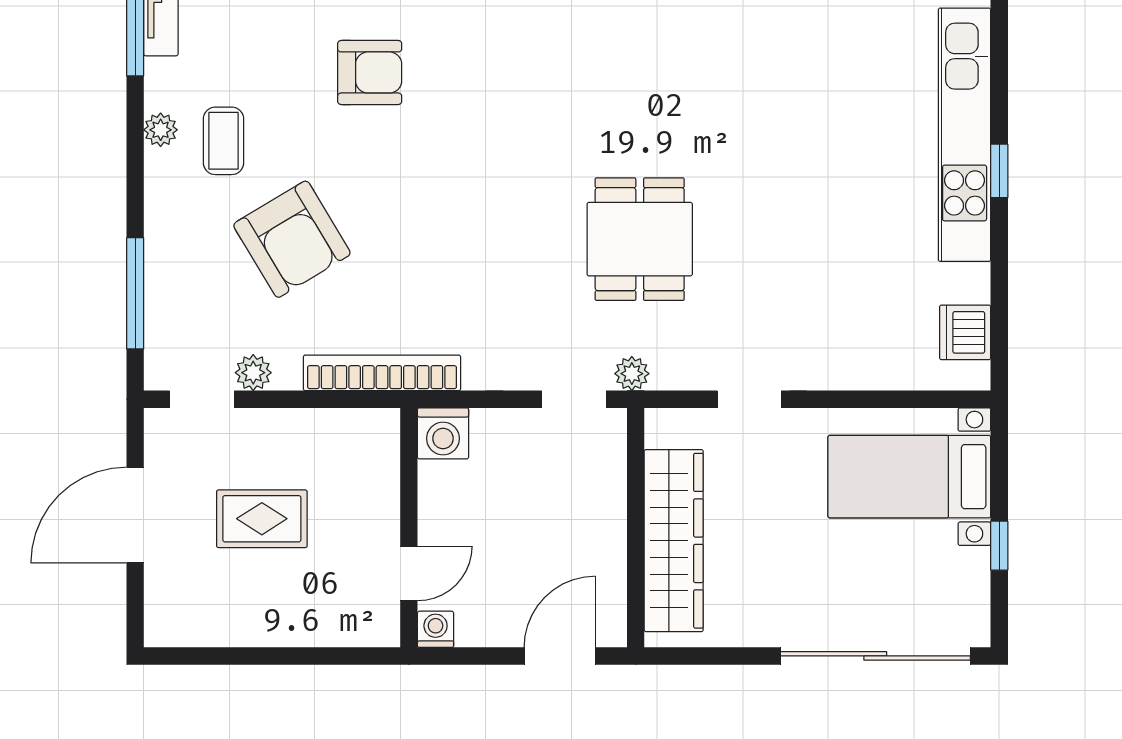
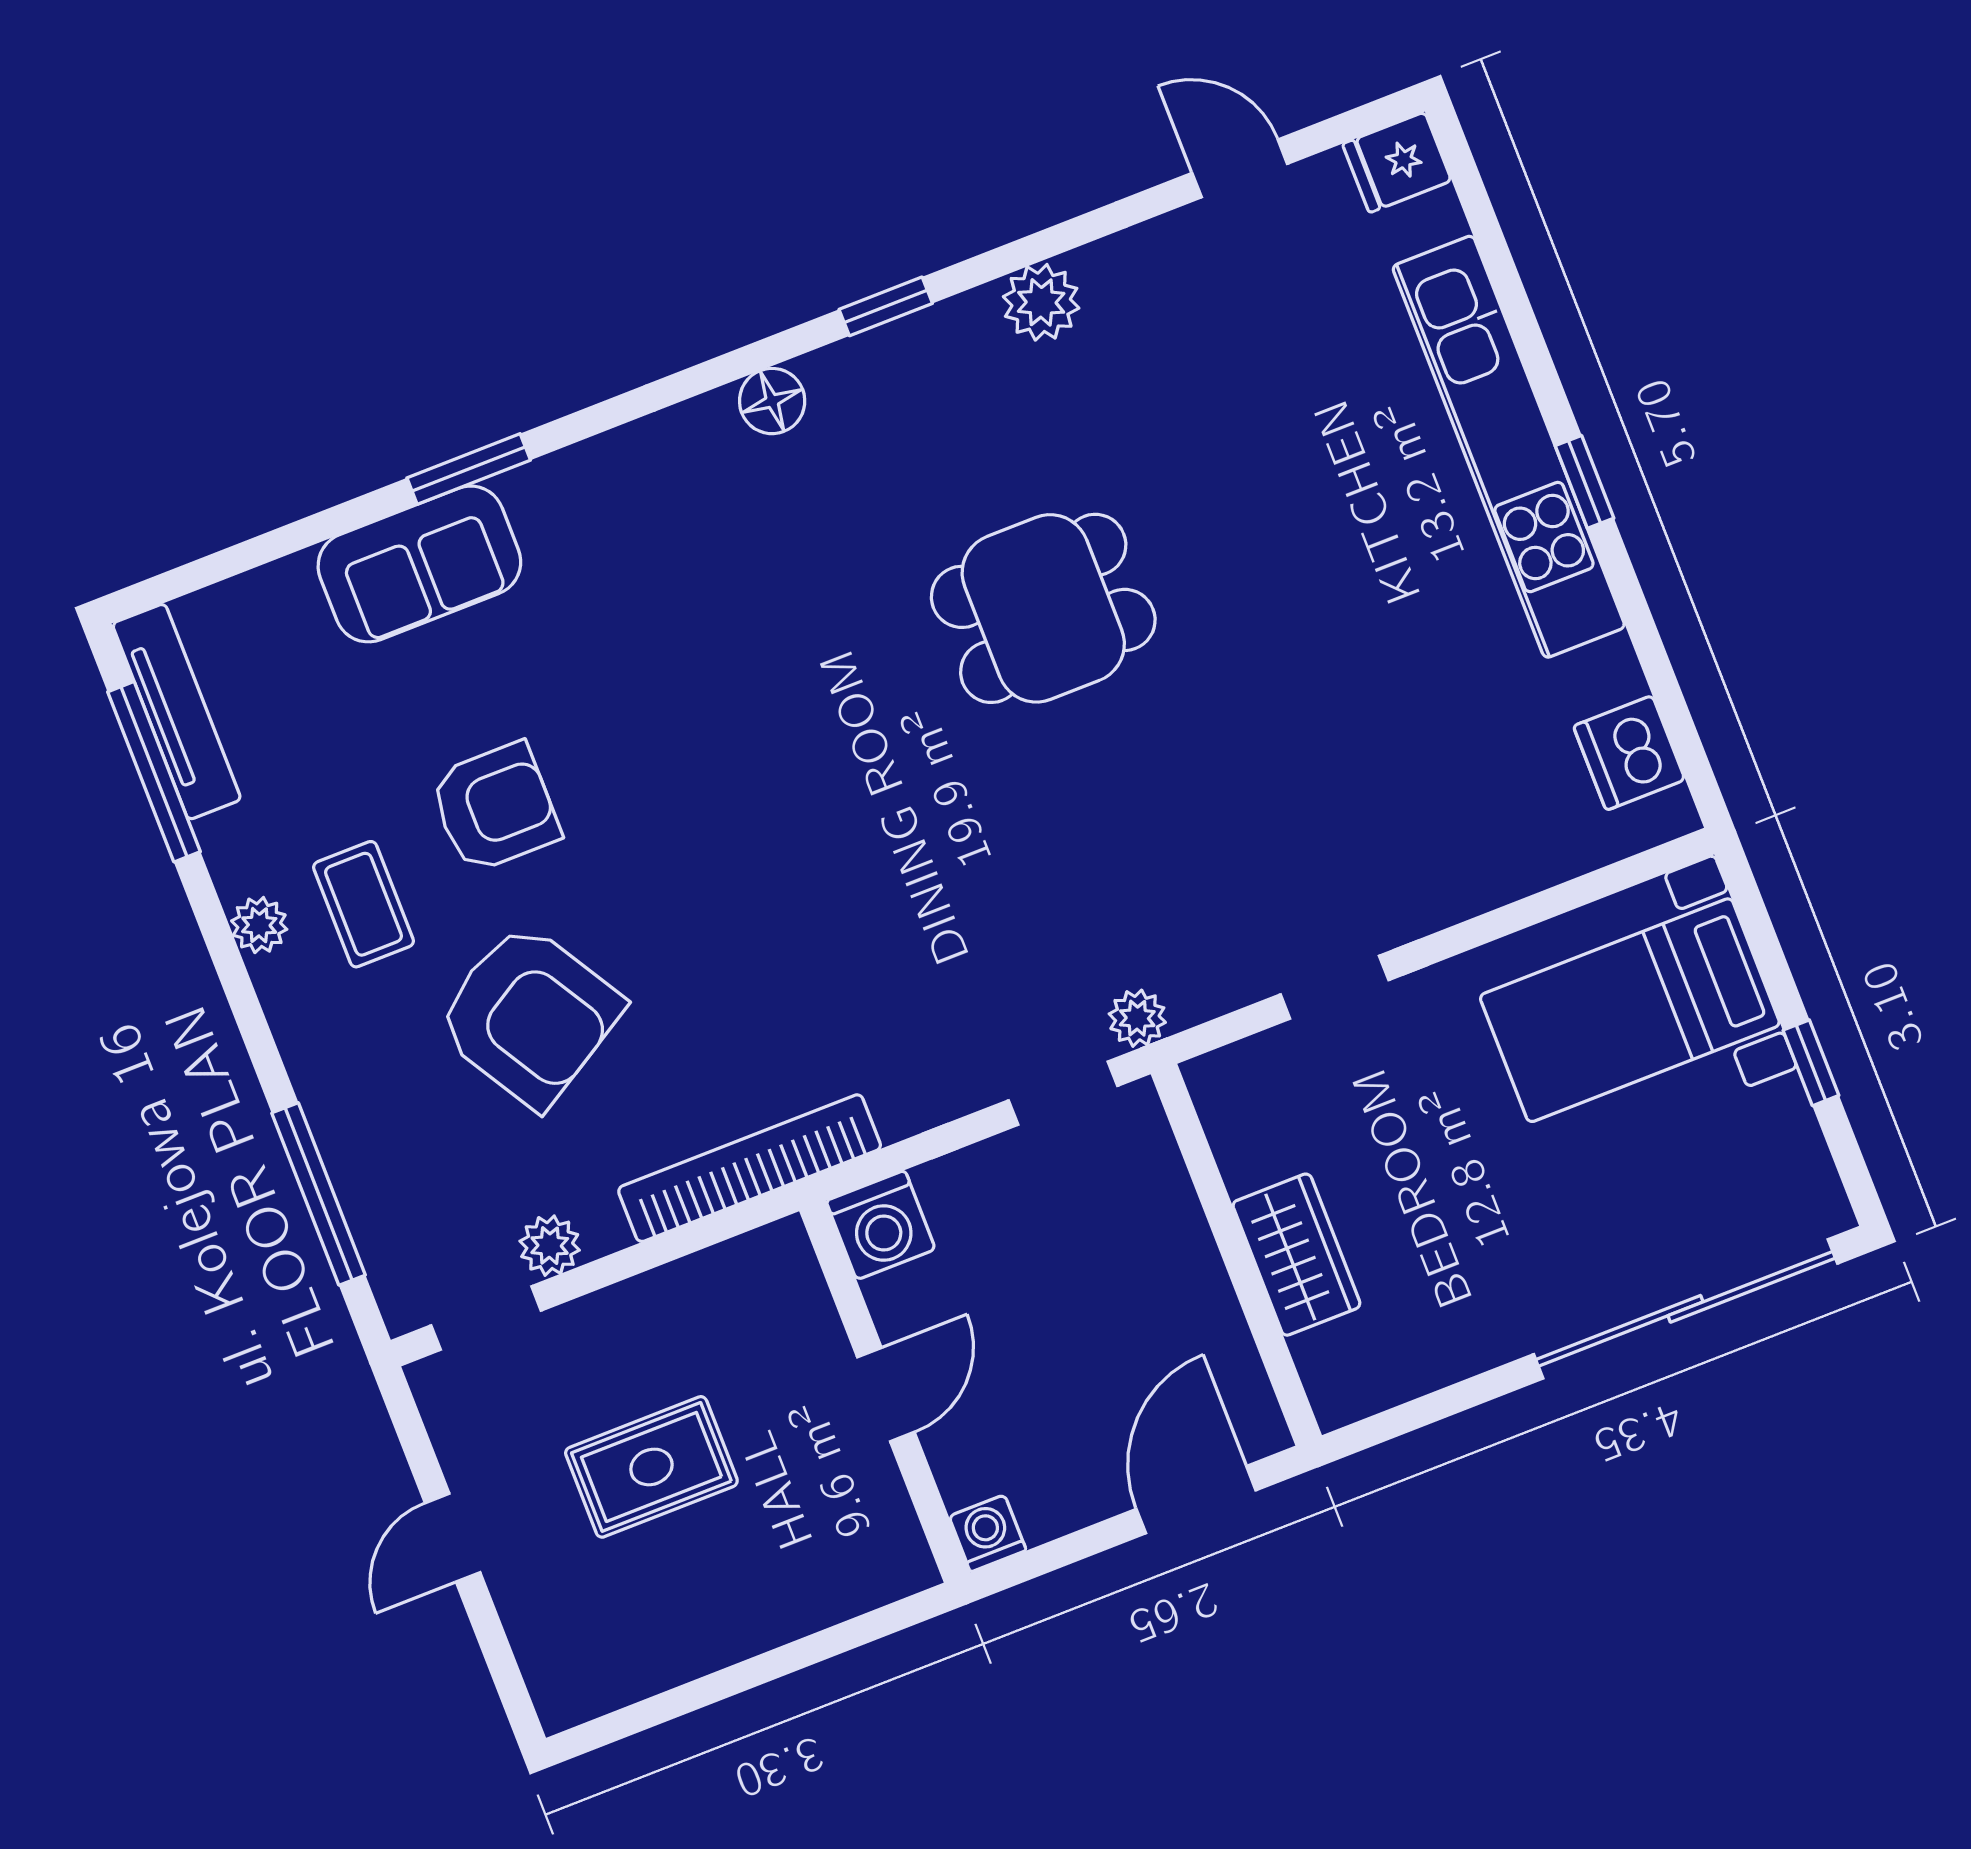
armchair: (370, 72) -> (495, 807), moved
dining table: (640, 239) -> (1043, 608), moved, turned 90
door: (135, 515) -> (453, 1538), width x0.53
wardrobe: (674, 541) -> (1296, 1255), width x0.48, depth x0.85
door: (409, 573) -> (886, 1395), moved

